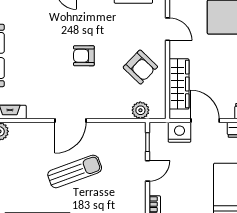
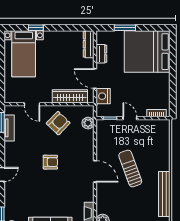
door: (168, 29) -> (32, 104), swing flipped
armchair: (84, 56) -> (50, 162), turned -90
door: (205, 121) -> (95, 78), hinge flipped

